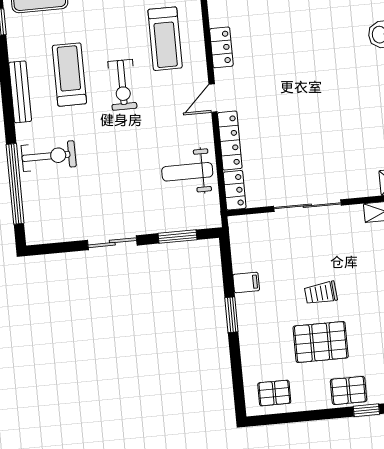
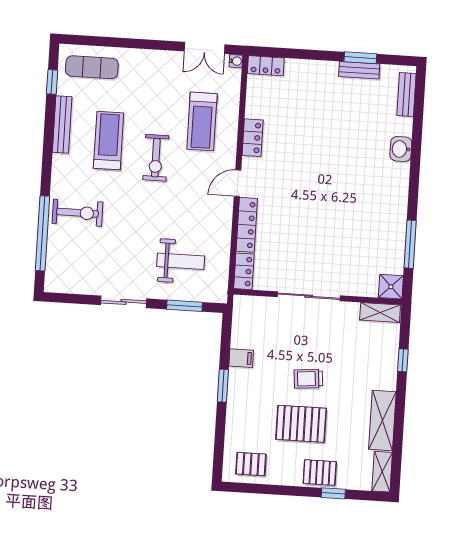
bench: (20, 92) -> (62, 125), moved
weight bench: (187, 172) -> (181, 261), moved, turned 180

